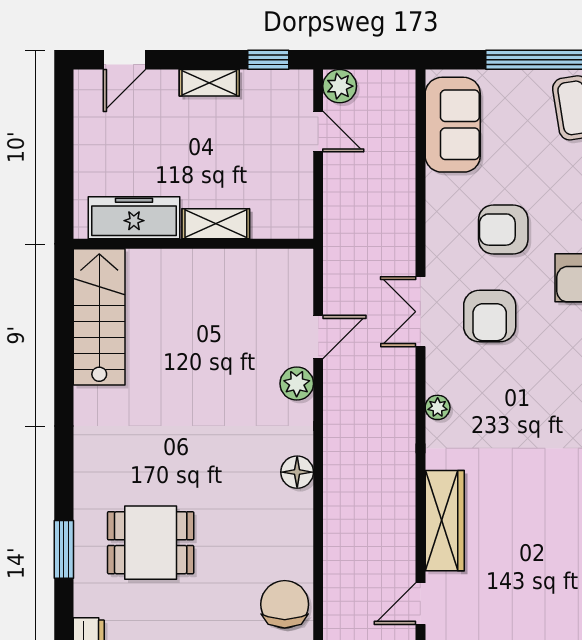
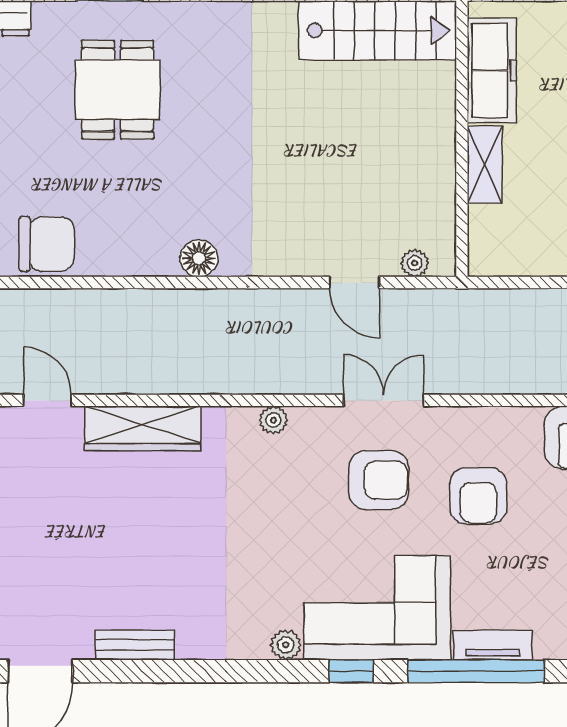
armchair: (503, 230) -> (478, 496), turned 180
armchair: (490, 316) -> (379, 480), turned 180
plant: (297, 384) -> (415, 263), moved, width x0.73, depth x0.73

